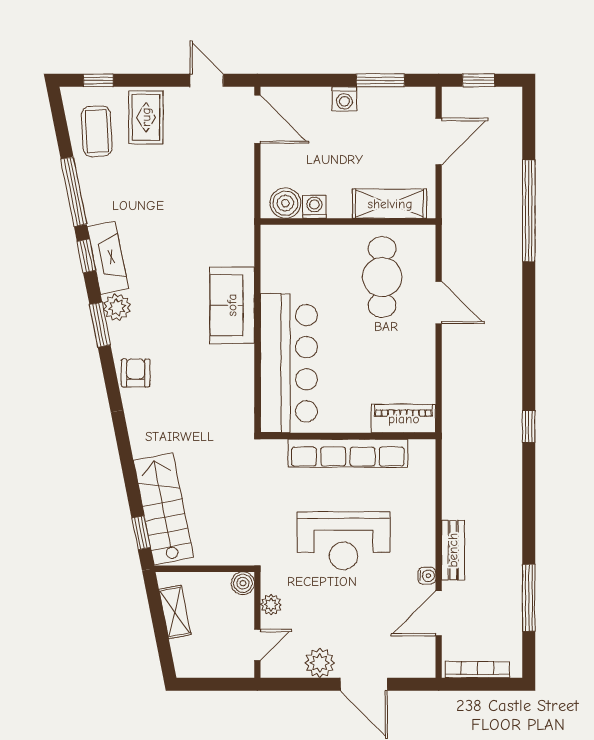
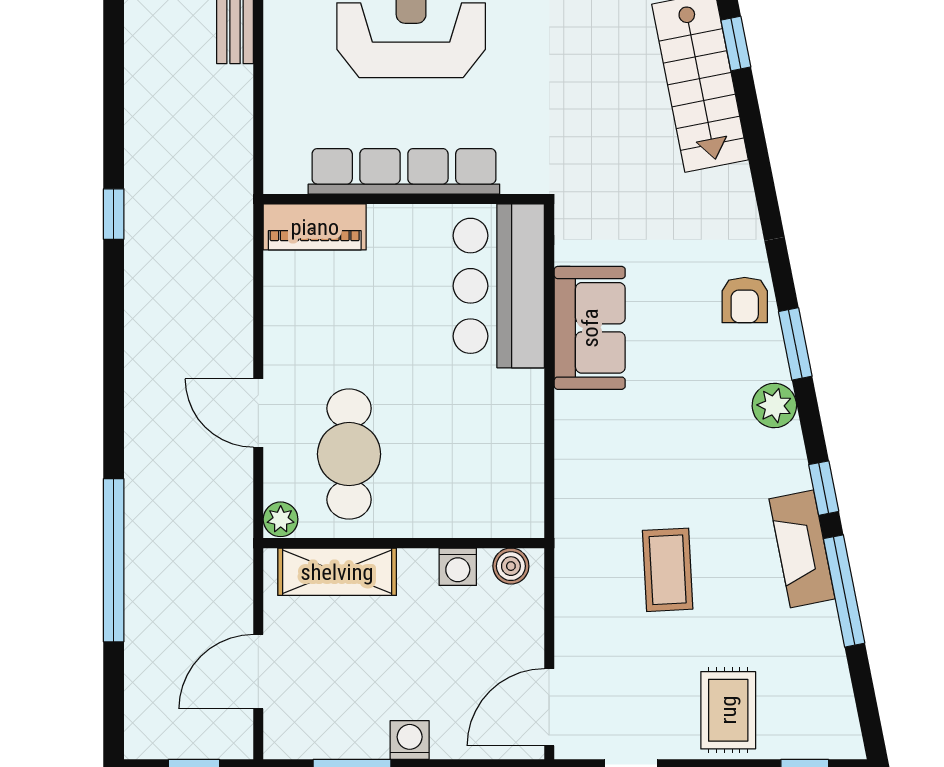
door: (257, 119) -> (549, 707), hinge flipped
coffee table: (97, 131) -> (668, 570), moved
boiler: (285, 203) -> (511, 566), width x0.73, depth x0.73
plant: (425, 236) -> (281, 519), added
fireplace: (108, 258) -> (802, 549), moved
sofa: (232, 305) -> (590, 328), moved
window: (100, 325) -> (795, 344), moved
bar counter: (289, 363) -> (499, 286), width x0.73

